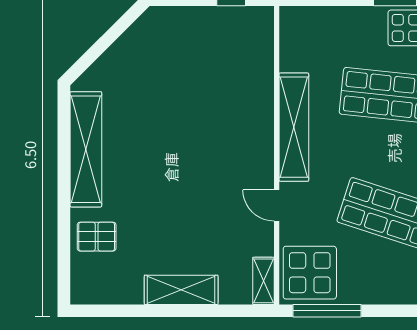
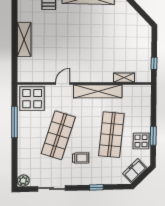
shelving: (263, 281) -> (124, 78), moved
window: (327, 311) -> (14, 122), moved

